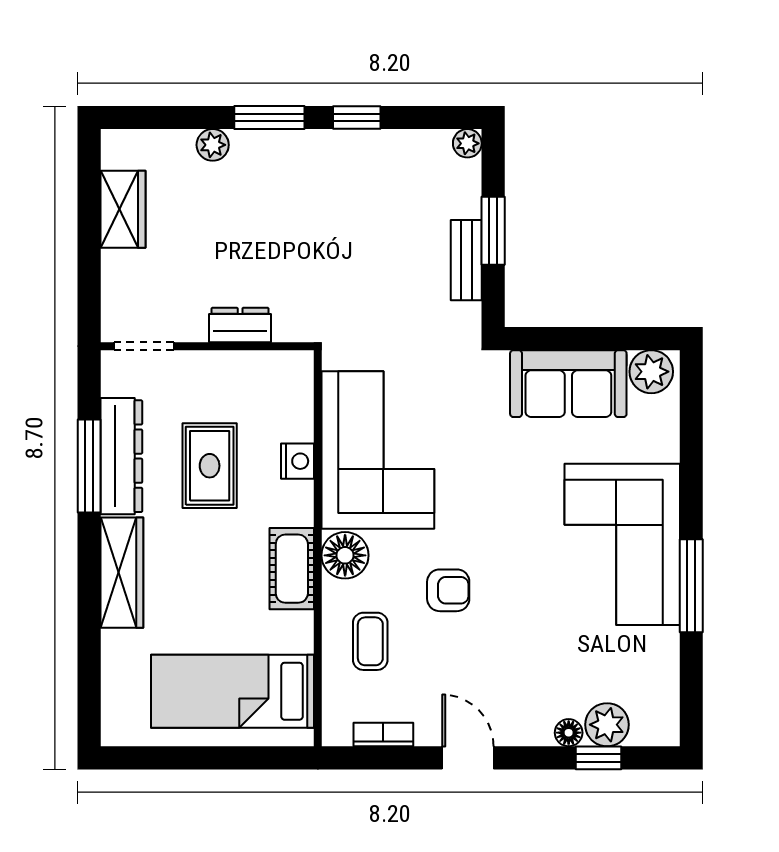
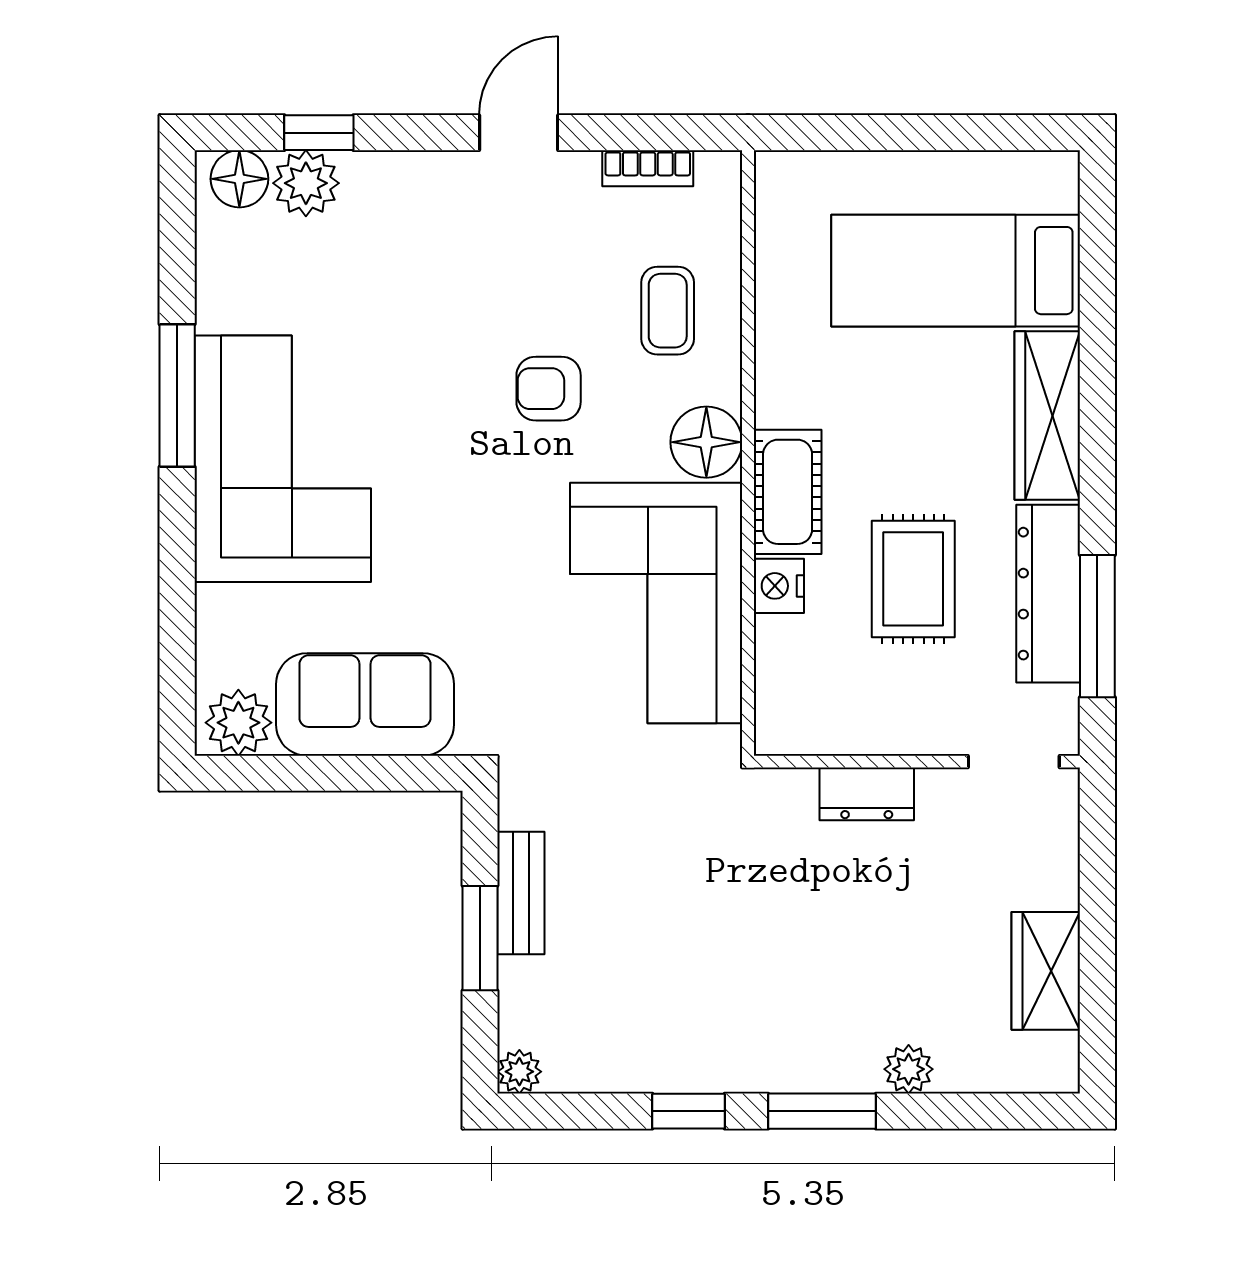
window: (89, 466) -> (1097, 626), moved
cot: (292, 569) -> (788, 492), moved
bed: (233, 691) -> (956, 271), moved, turned 180
floor lamp: (569, 733) -> (239, 179), moved, width x1.37, depth x1.37
door: (468, 758) -> (519, 133), swing flipped

